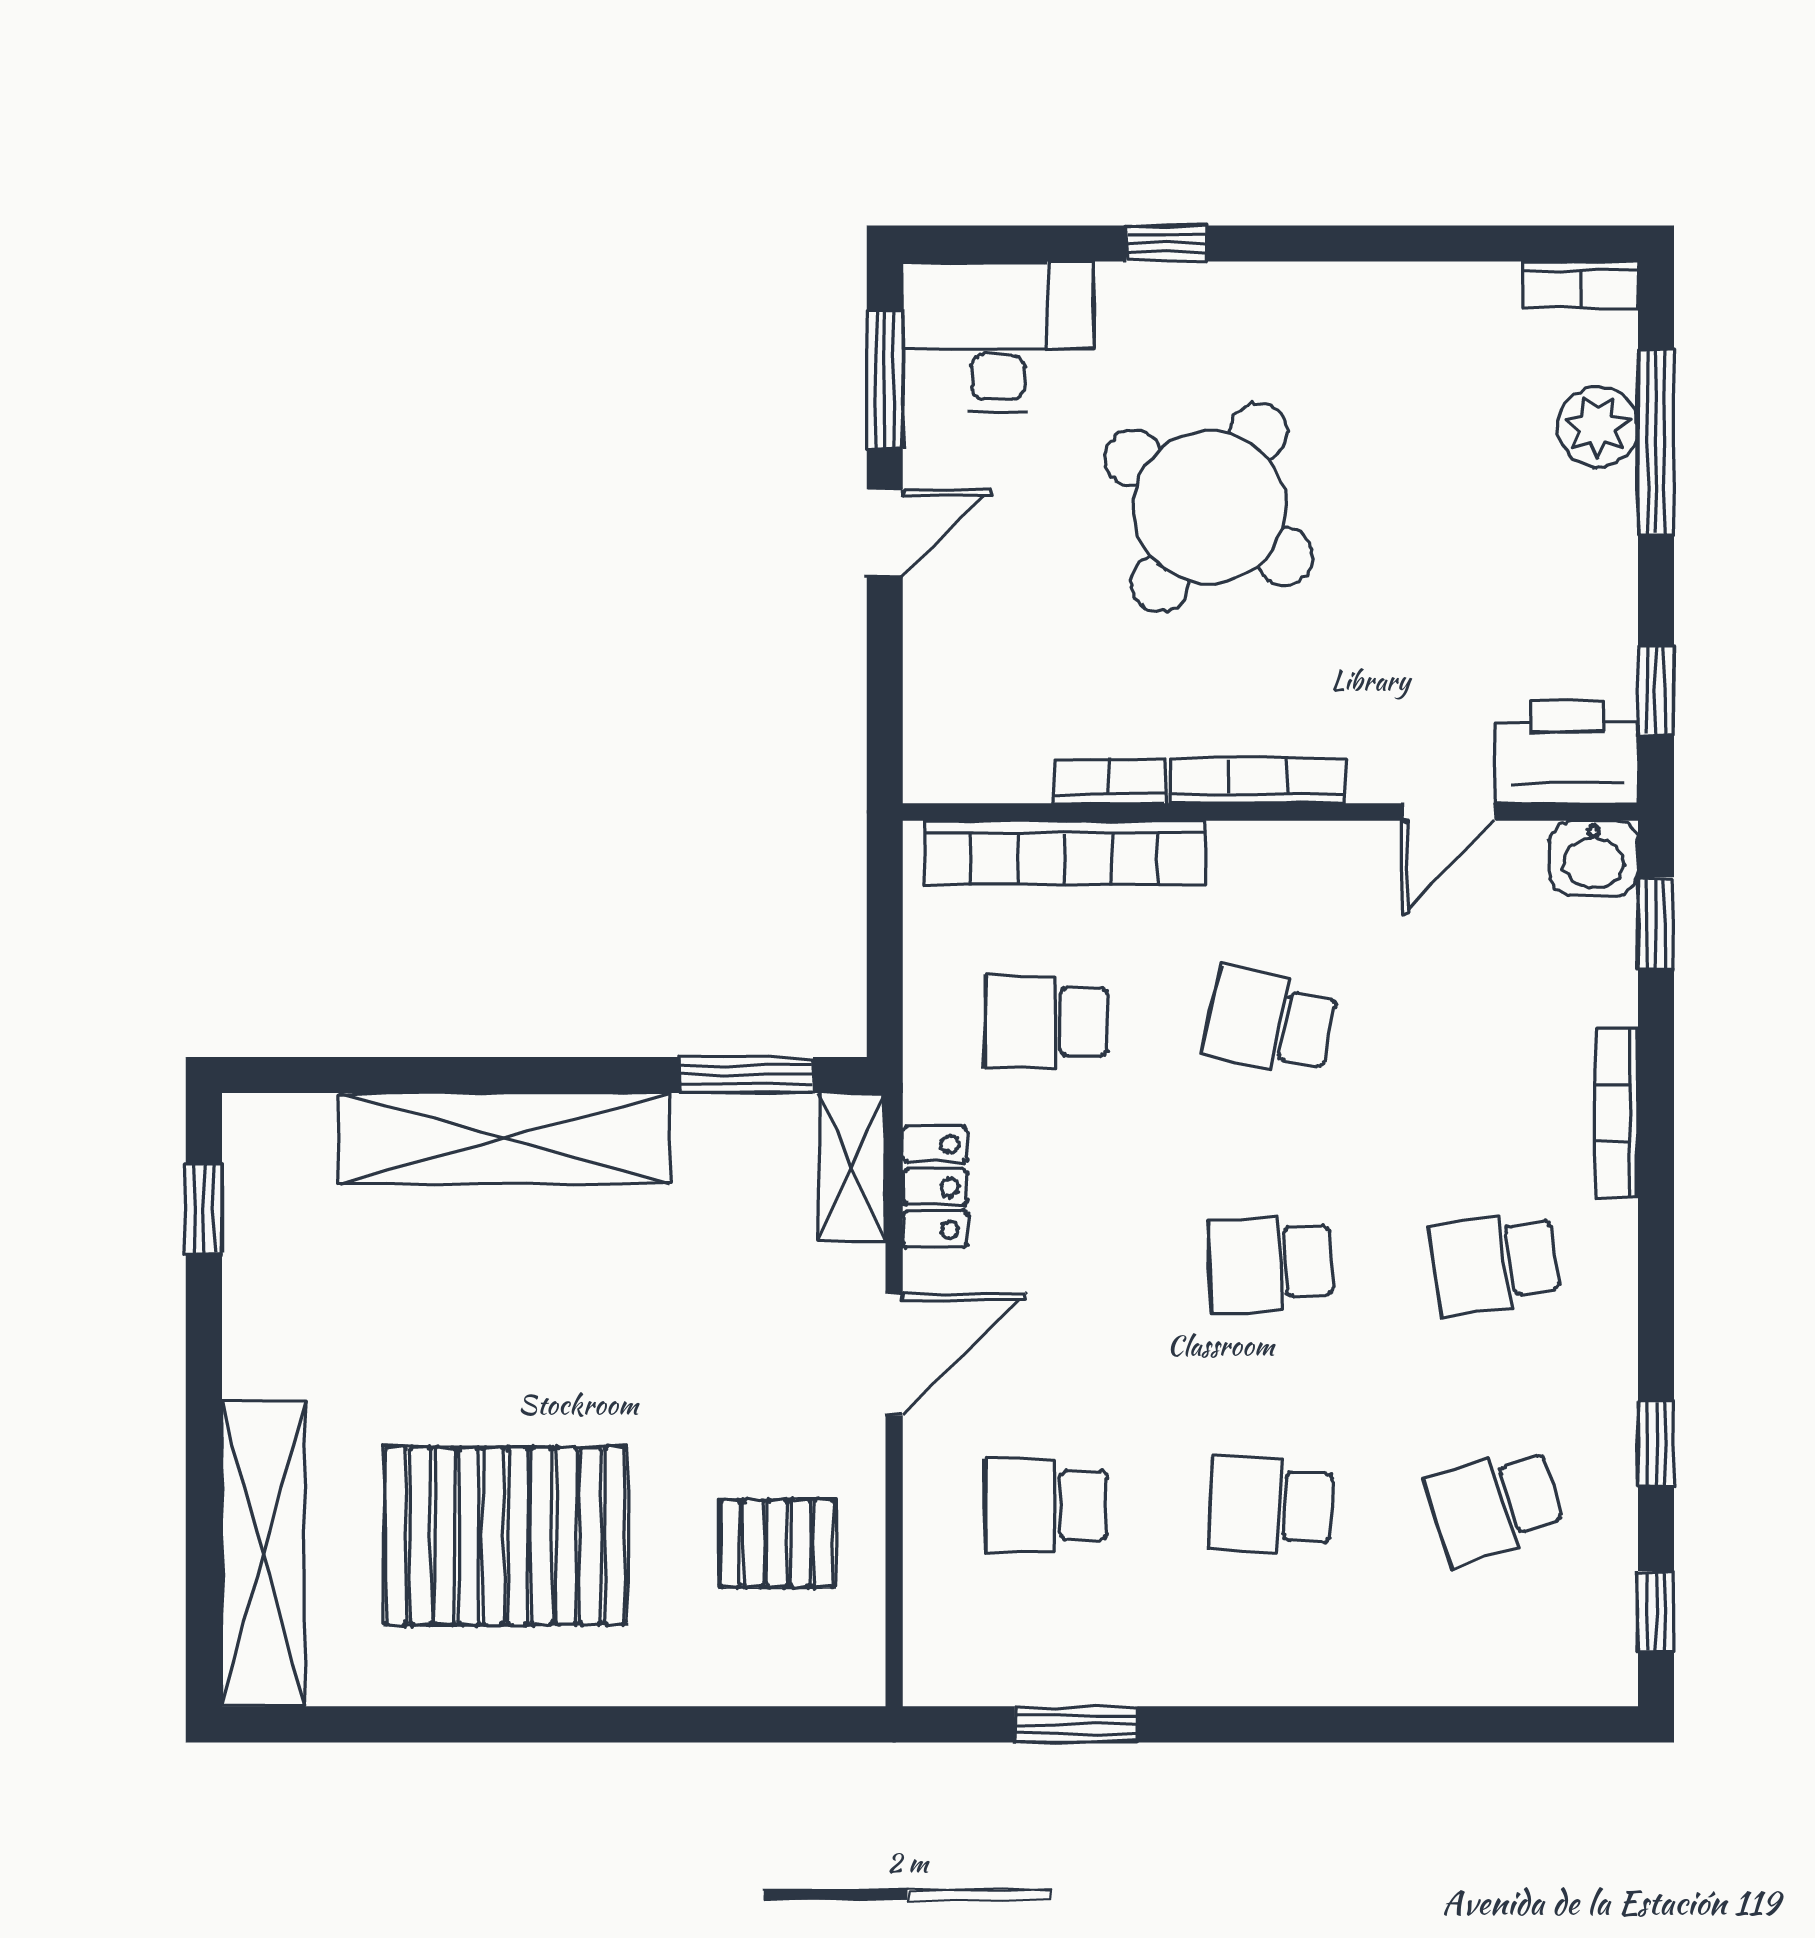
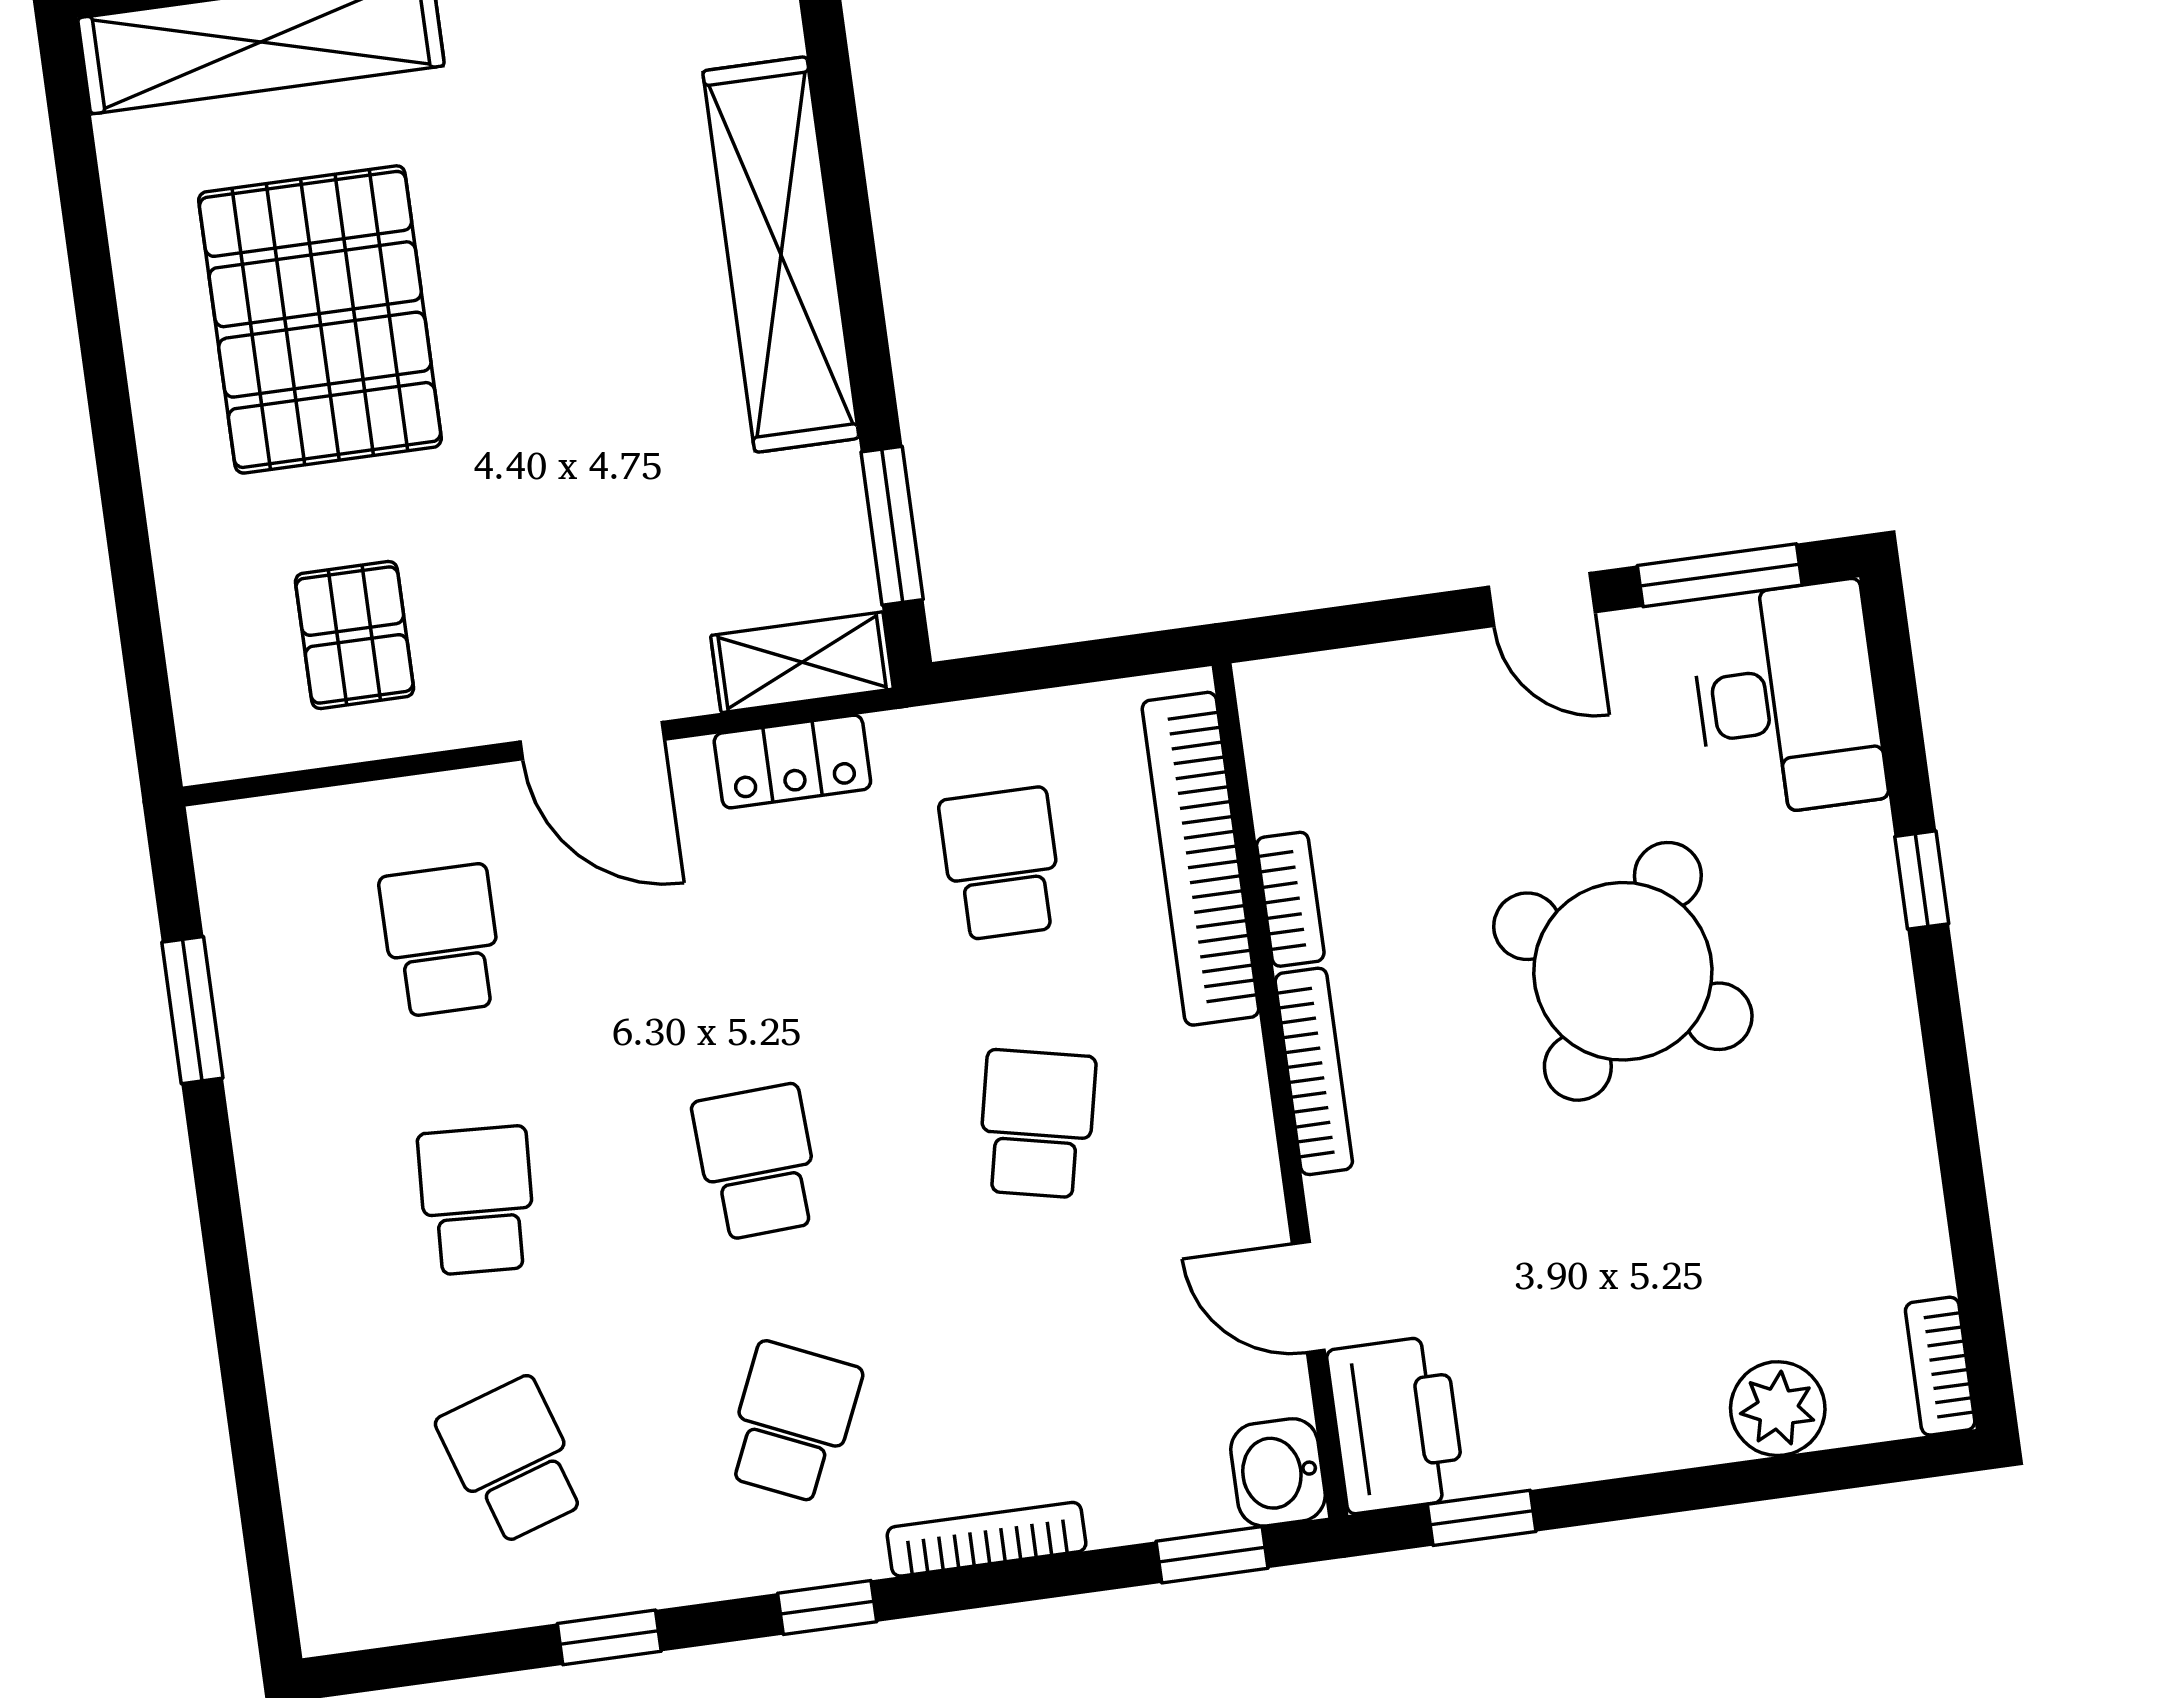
window: (1656, 443) -> (1769, 1478), removed
school desk: (1495, 1263) -> (793, 1422), turned 33
window: (1656, 1612) -> (827, 1607), moved

